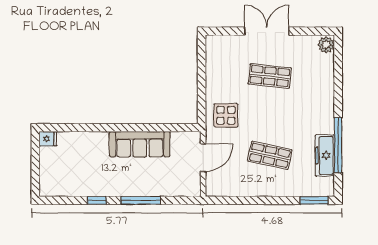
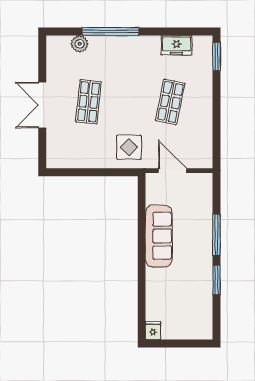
plant: (326, 45) -> (80, 44), moved
window: (338, 145) -> (110, 32), moved
freezer: (325, 156) -> (176, 45), width x0.71
window: (97, 200) -> (217, 280), width x1.50

